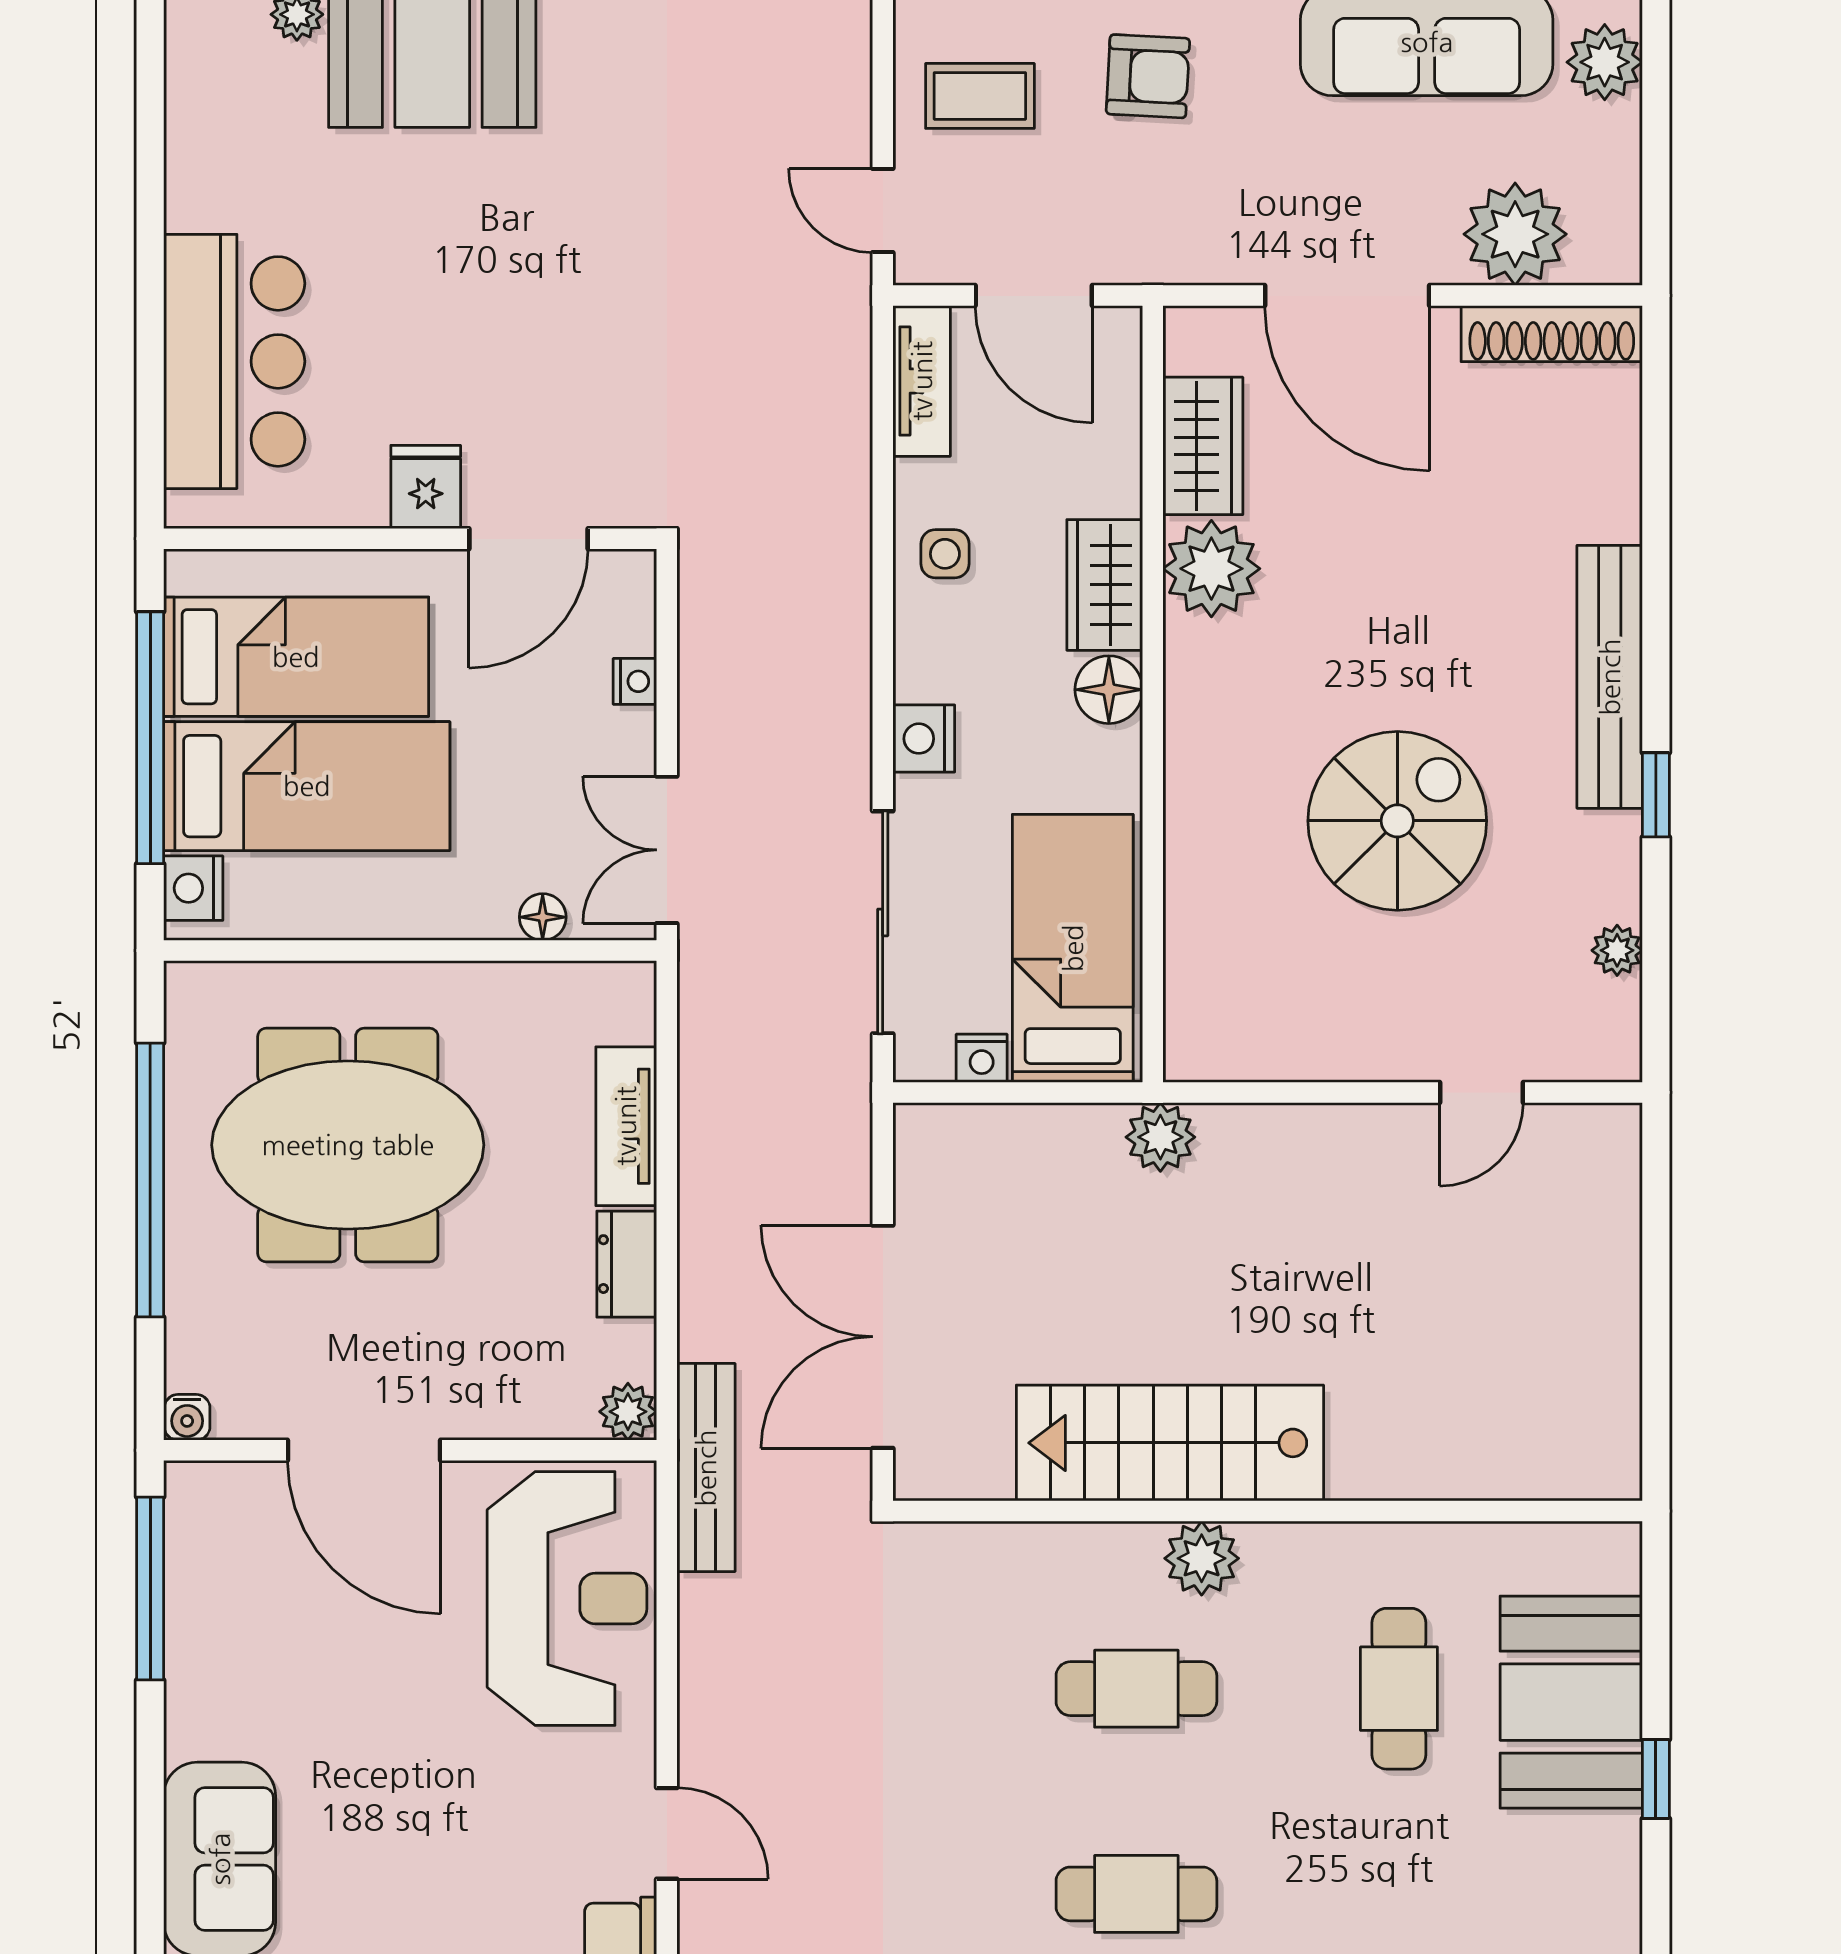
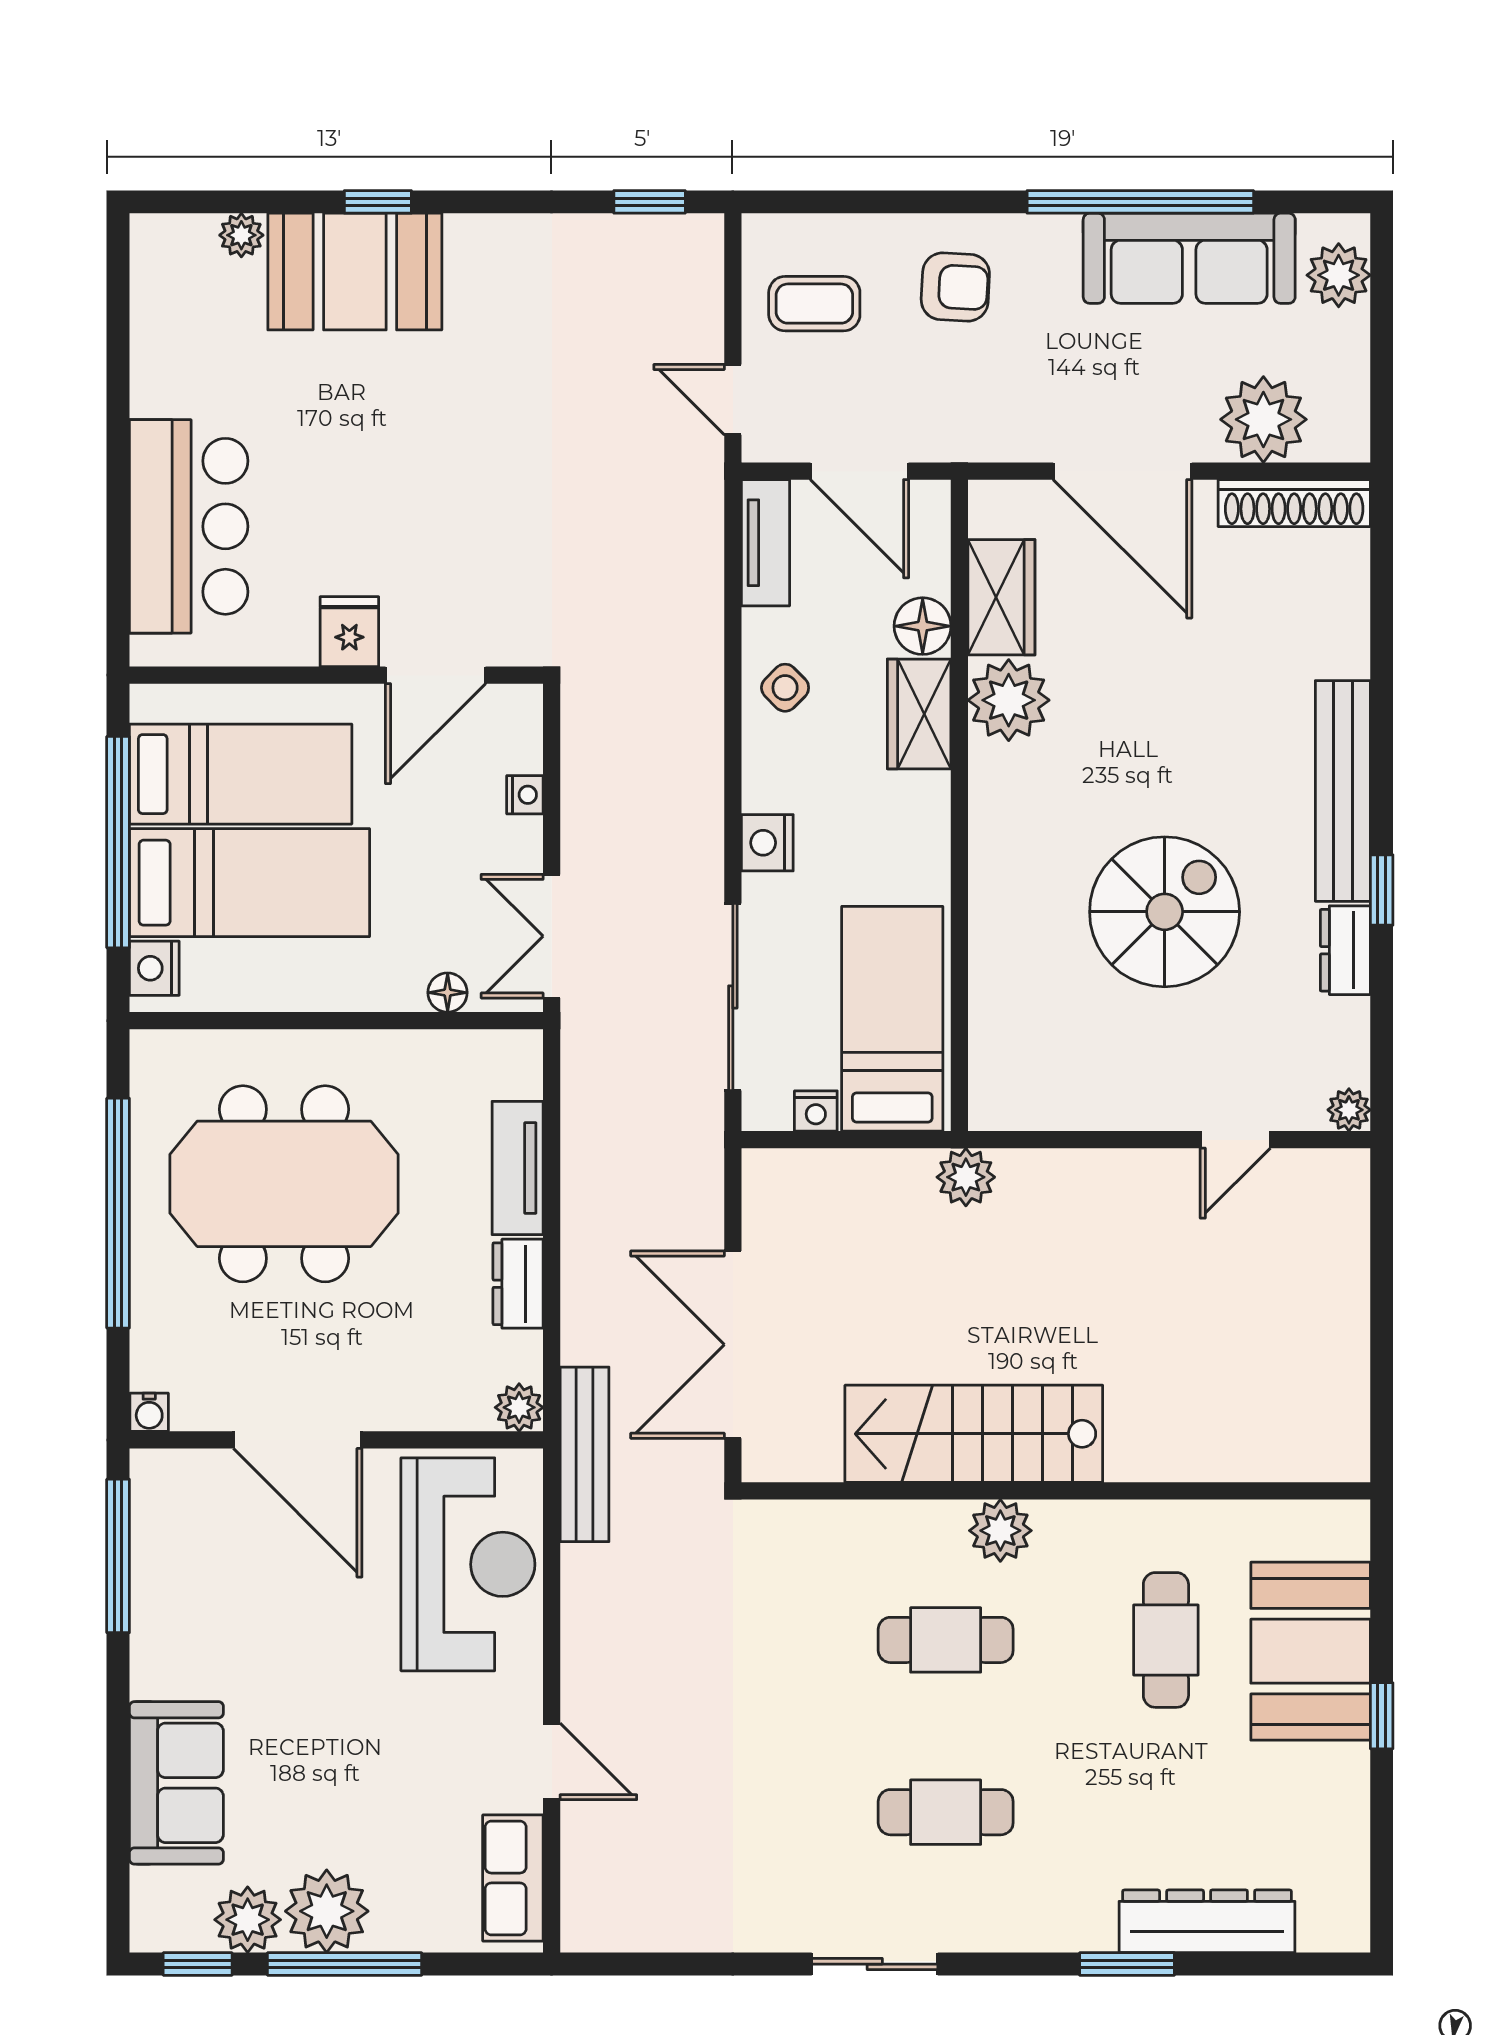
side table: (945, 554) -> (785, 688), turned 45
floor lamp: (1109, 690) -> (923, 626), moved
dresser: (1613, 867) -> (1345, 950), added
plant: (1617, 950) -> (1349, 1110), moved

